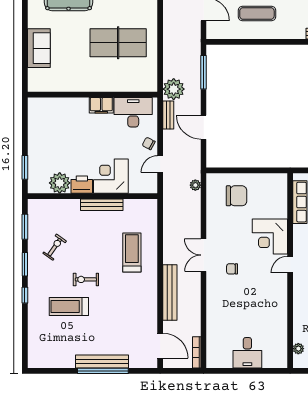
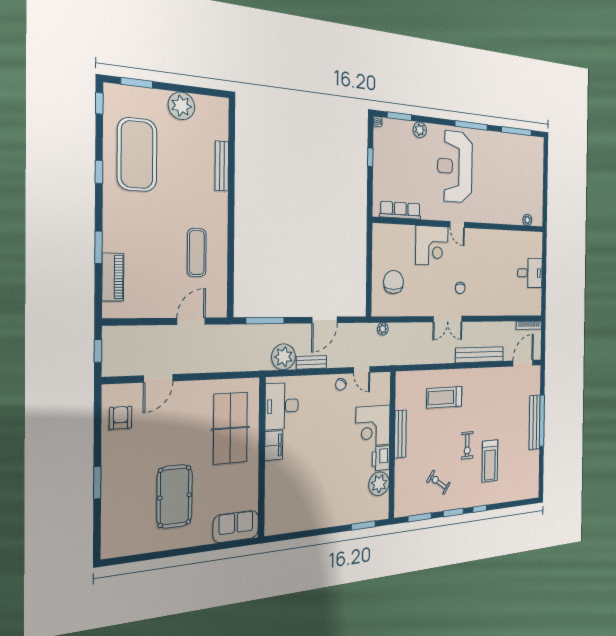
wall: (93, 95) -> (262, 457), moved
filing cabinet: (101, 105) -> (274, 445), moved
desk: (133, 112) -> (282, 406), moved

